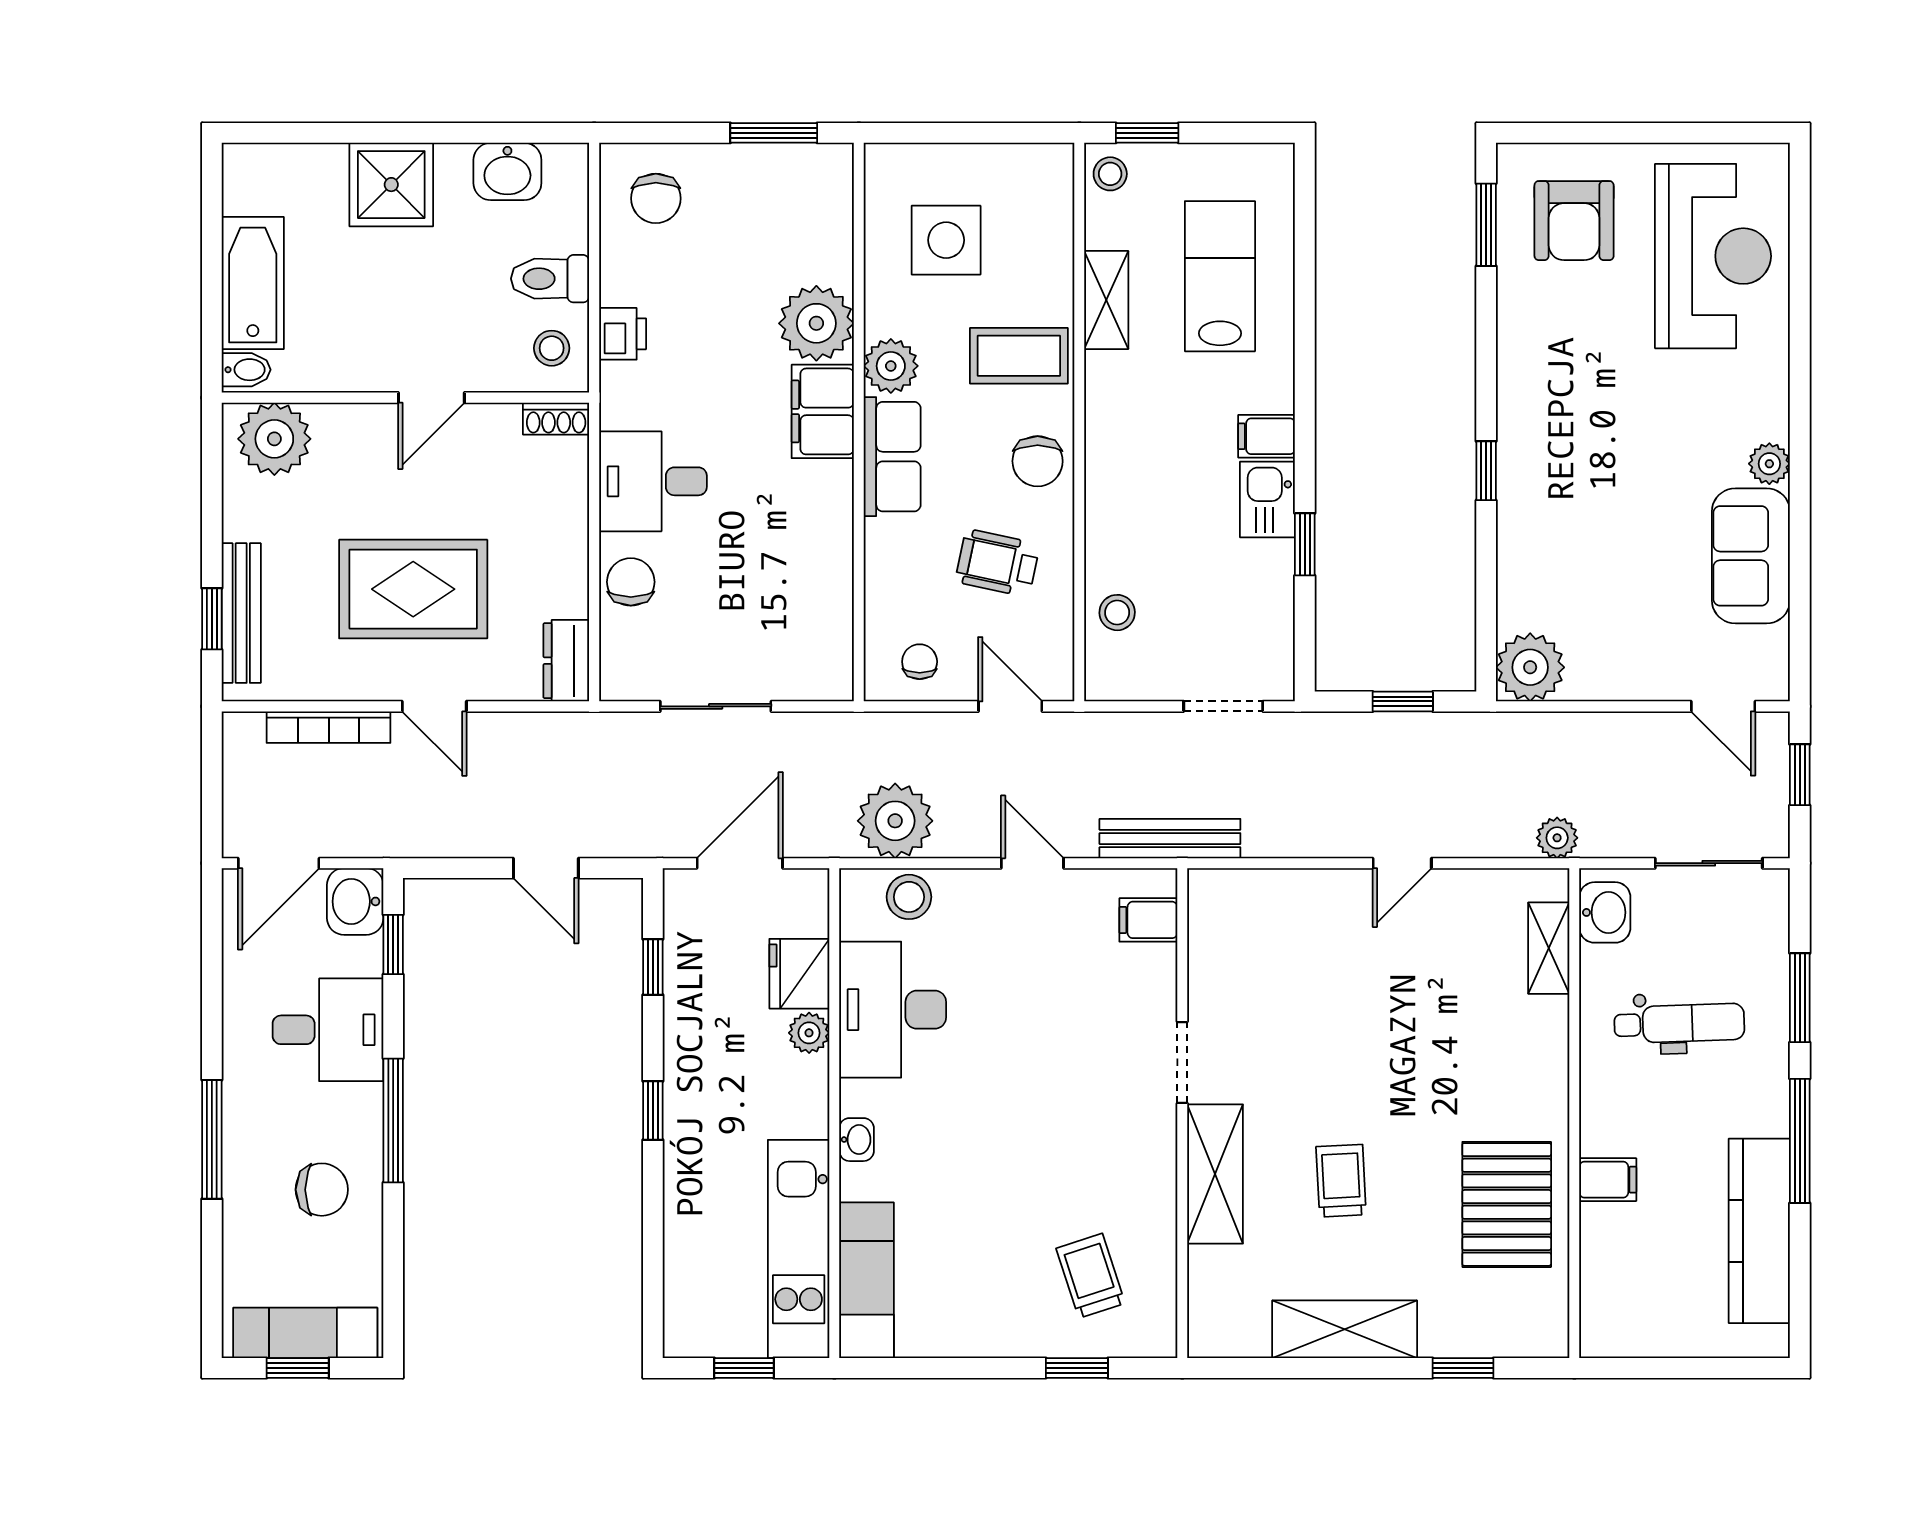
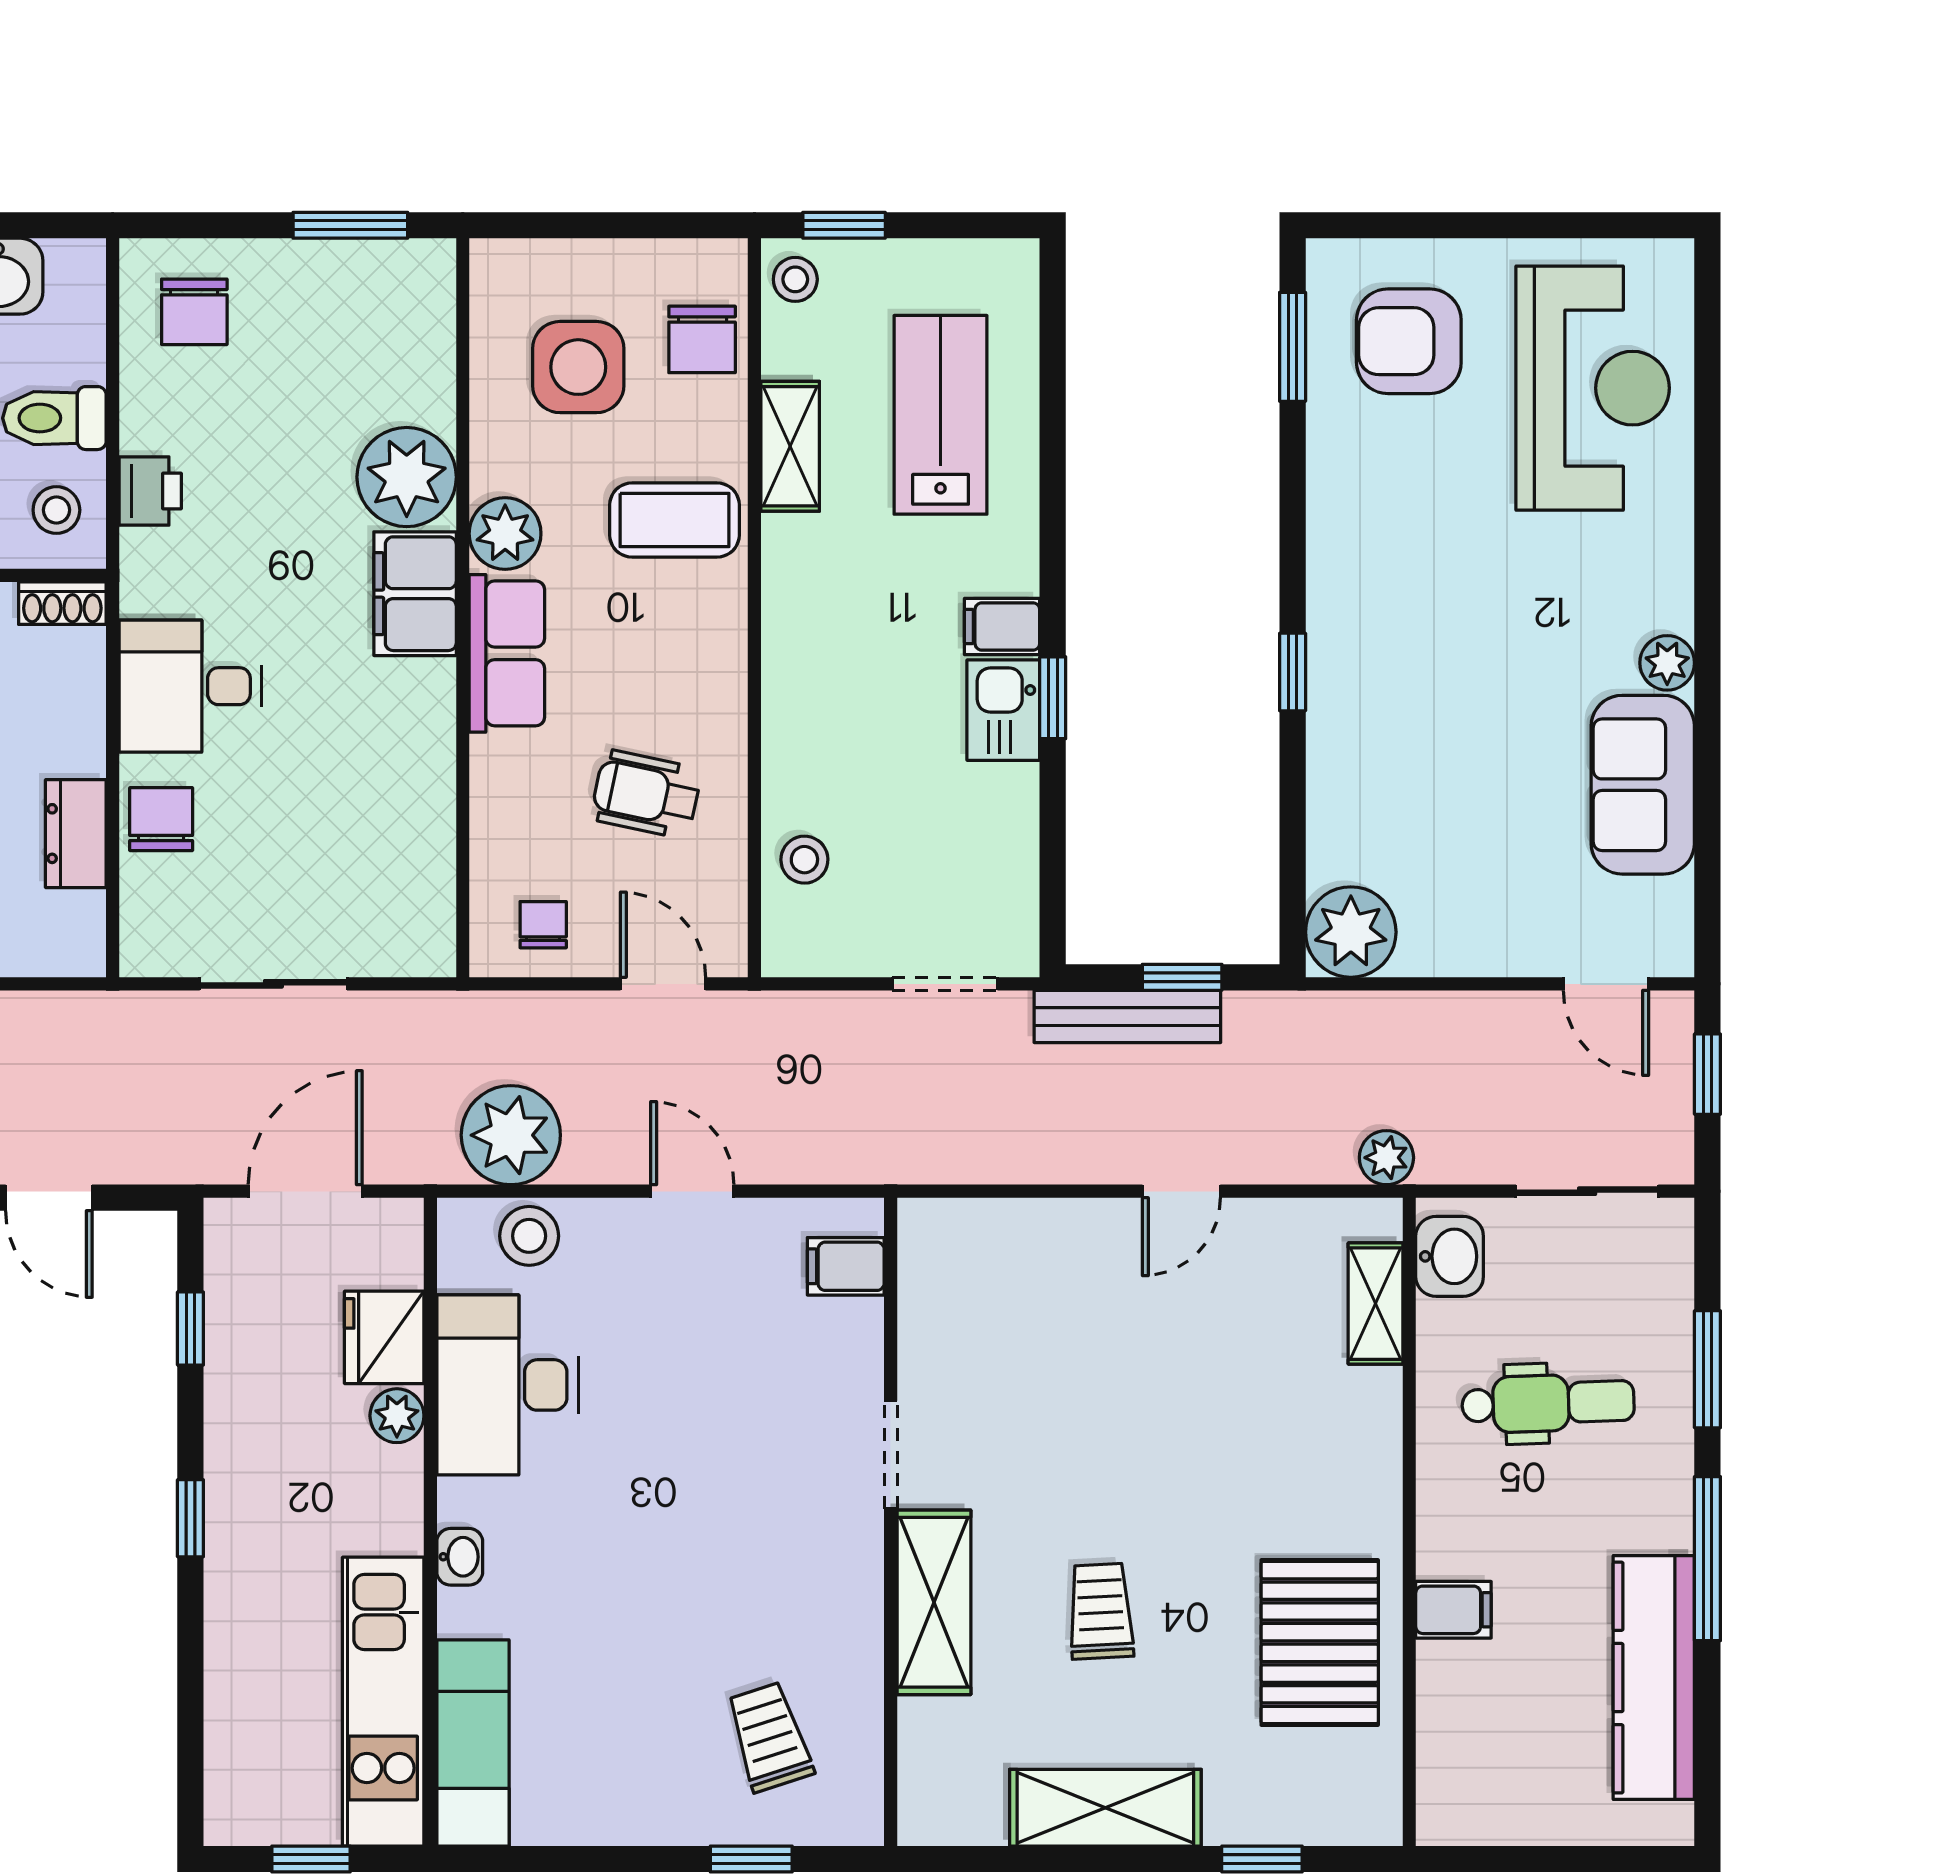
armchair: (1574, 221) -> (1409, 341), turned 90
chair: (1038, 461) -> (702, 339), moved
window: (1305, 544) -> (1053, 698), moved
dresser: (566, 661) -> (76, 834), moved
bench: (1170, 839) -> (1127, 1016), moved

